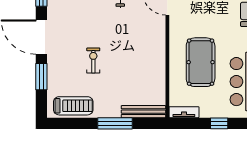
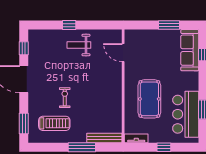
window: (41, 77) -> (24, 124), moved
treadmill: (73, 106) -> (54, 123), moved

